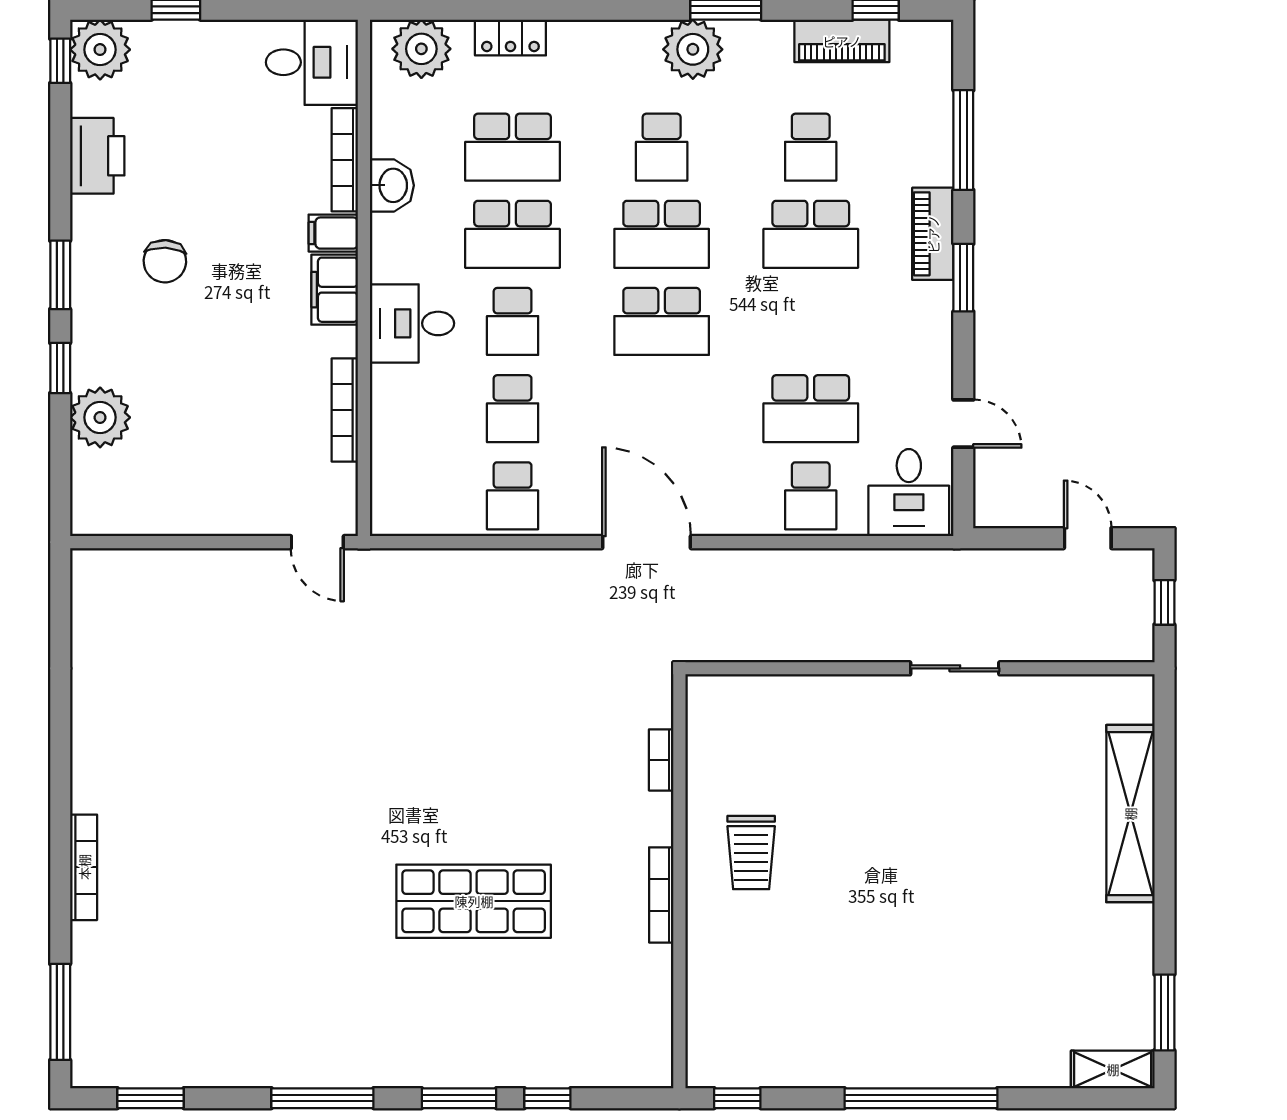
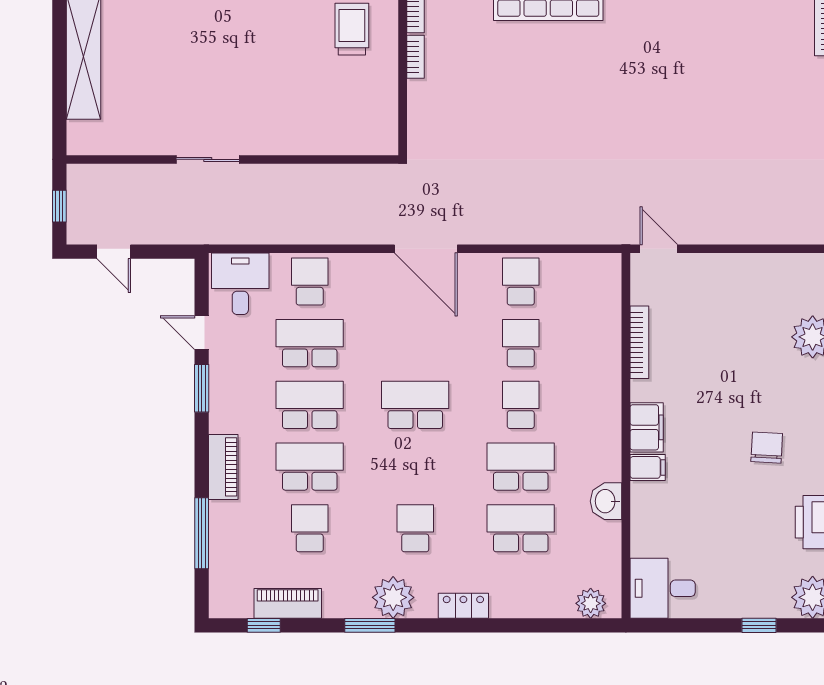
locker: (510, 37) -> (463, 606), moved
plant: (421, 49) -> (591, 603), width x0.73, depth x0.73
bookcase: (345, 160) -> (639, 519), removed
school desk: (662, 234) -> (310, 405), moved
window: (963, 278) -> (202, 388), moved
desk: (412, 323) -> (592, 403), removed
bookcase: (661, 760) -> (415, 57), moved

